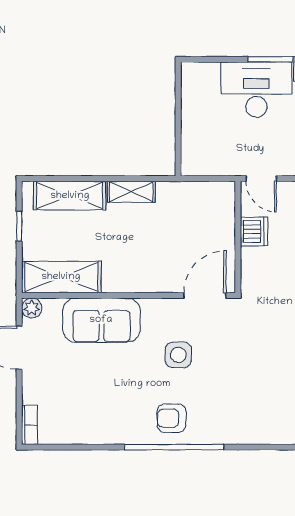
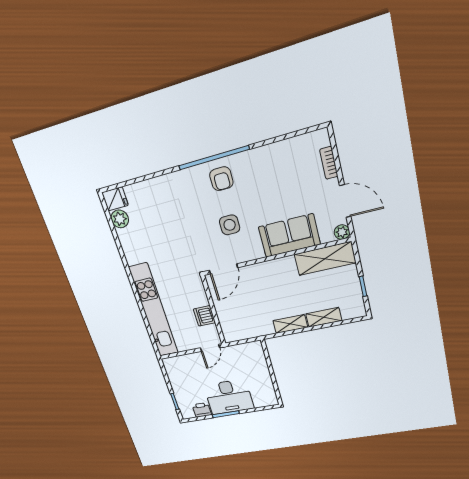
door: (261, 179) -> (210, 348), swing flipped
shelving: (70, 196) -> (324, 317), width x0.67, depth x0.75
armchair: (172, 418) -> (221, 179), turned 90
bookcase: (29, 425) -> (329, 163), moved

